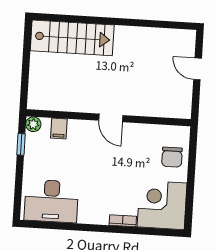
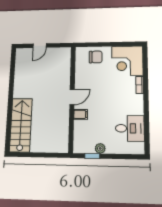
plant: (33, 124) -> (100, 148), moved
filing cabinet: (59, 128) -> (81, 114), moved
desk: (51, 201) -> (130, 128), width x0.73

